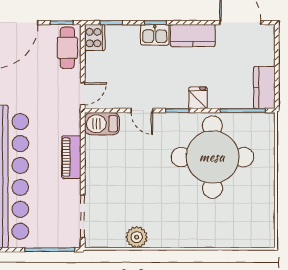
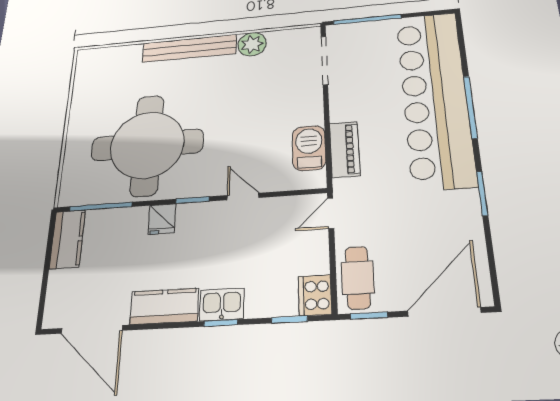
barbecue: (102, 124) -> (309, 148), moved, turned -90
piano: (71, 157) -> (345, 149), moved
bench: (185, 239) -> (189, 48), added

